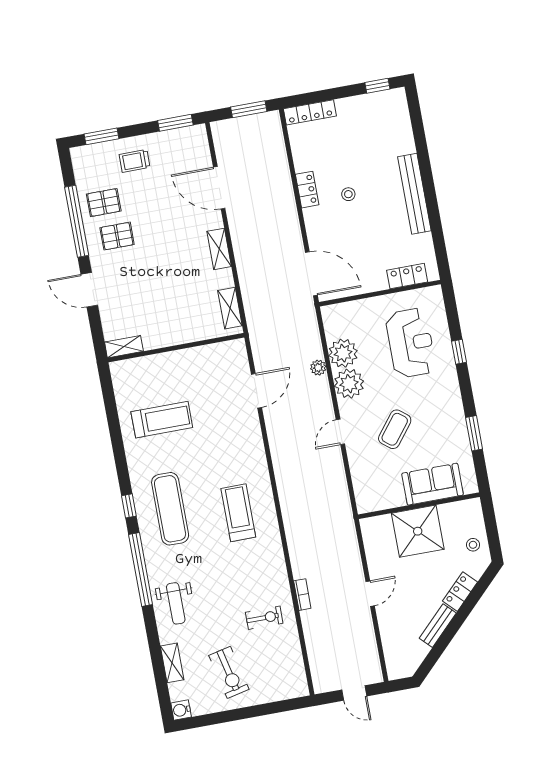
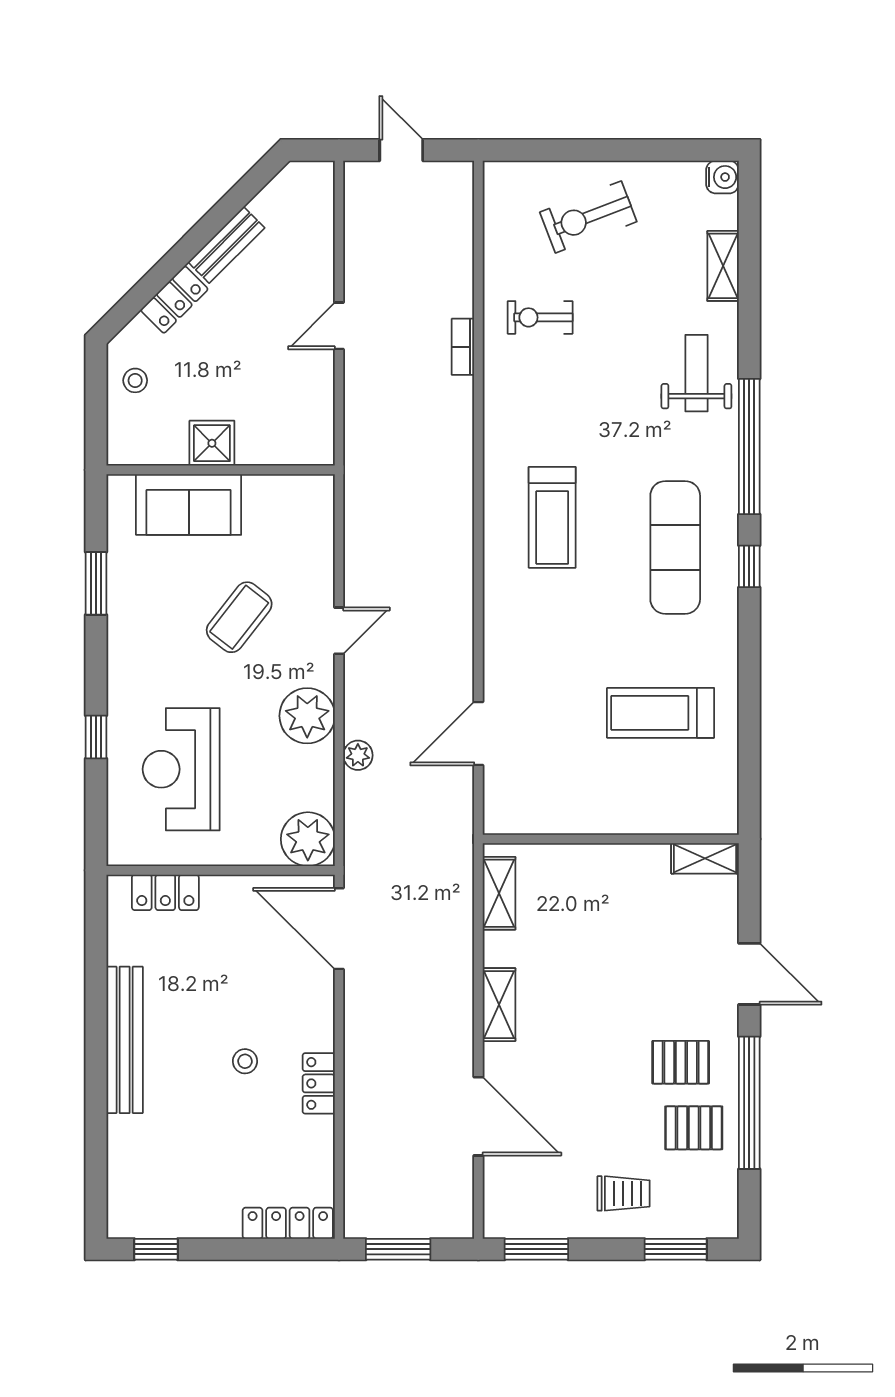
plant: (343, 353) -> (308, 839), moved
shower: (418, 531) -> (212, 443), width x0.54, depth x0.54
exercise bike: (229, 672) -> (588, 217), moved, turned -98

